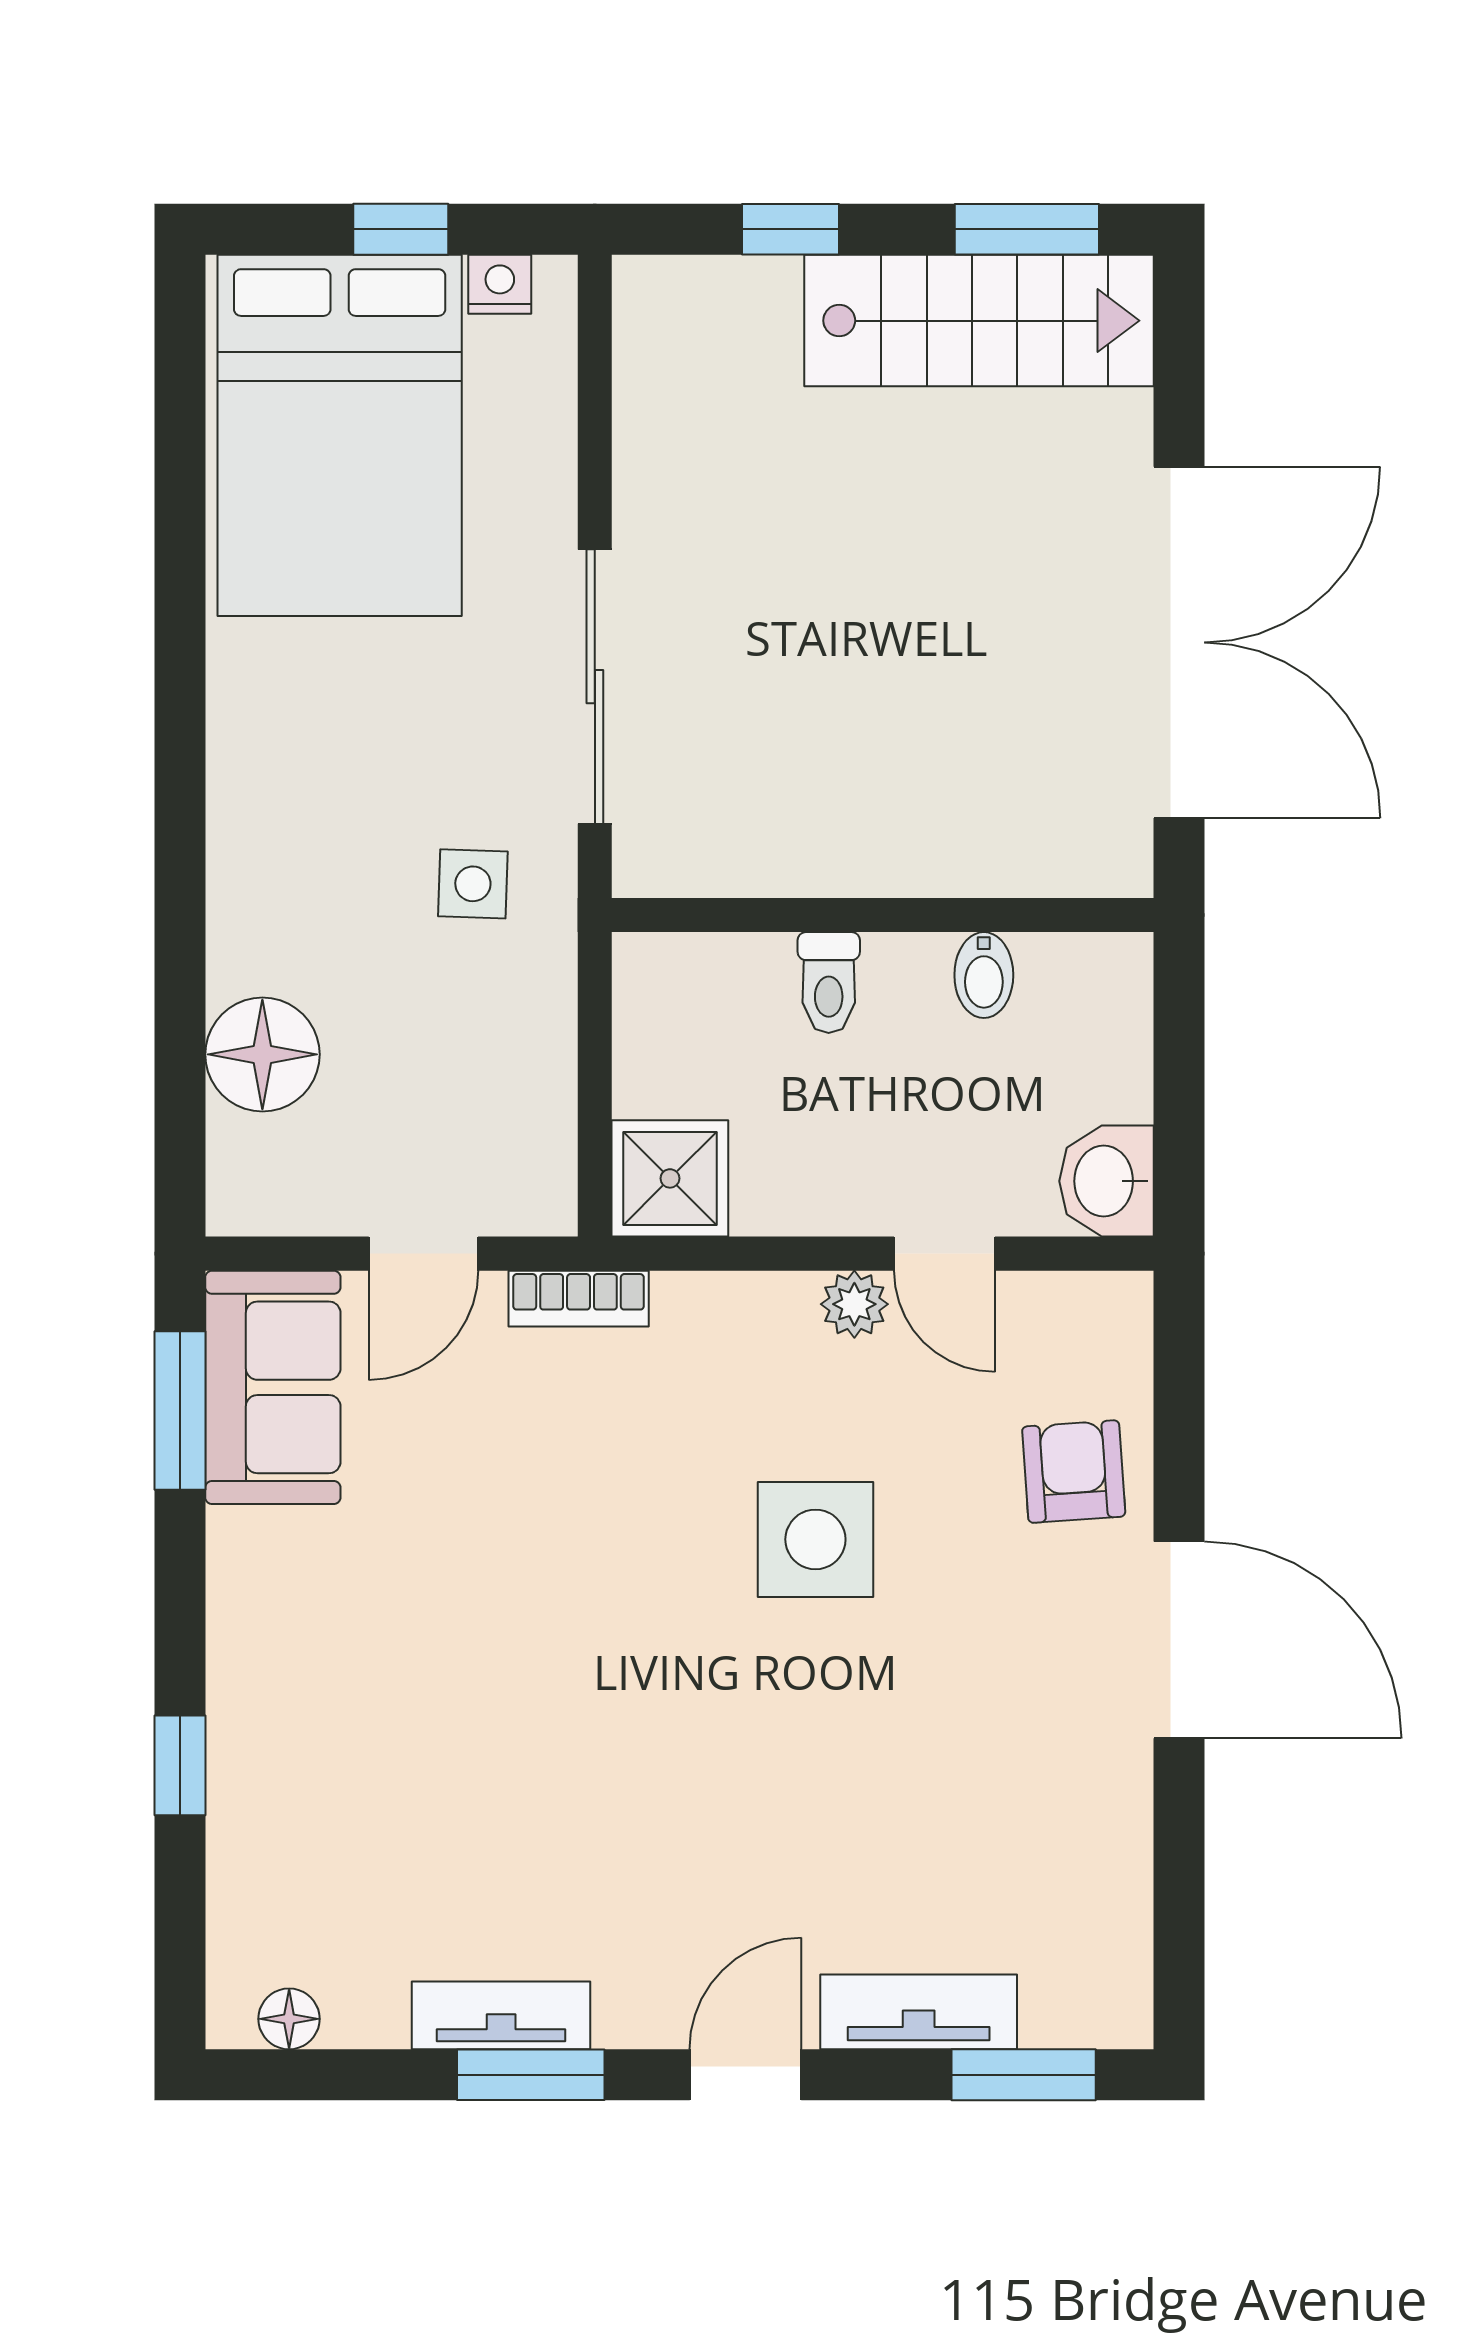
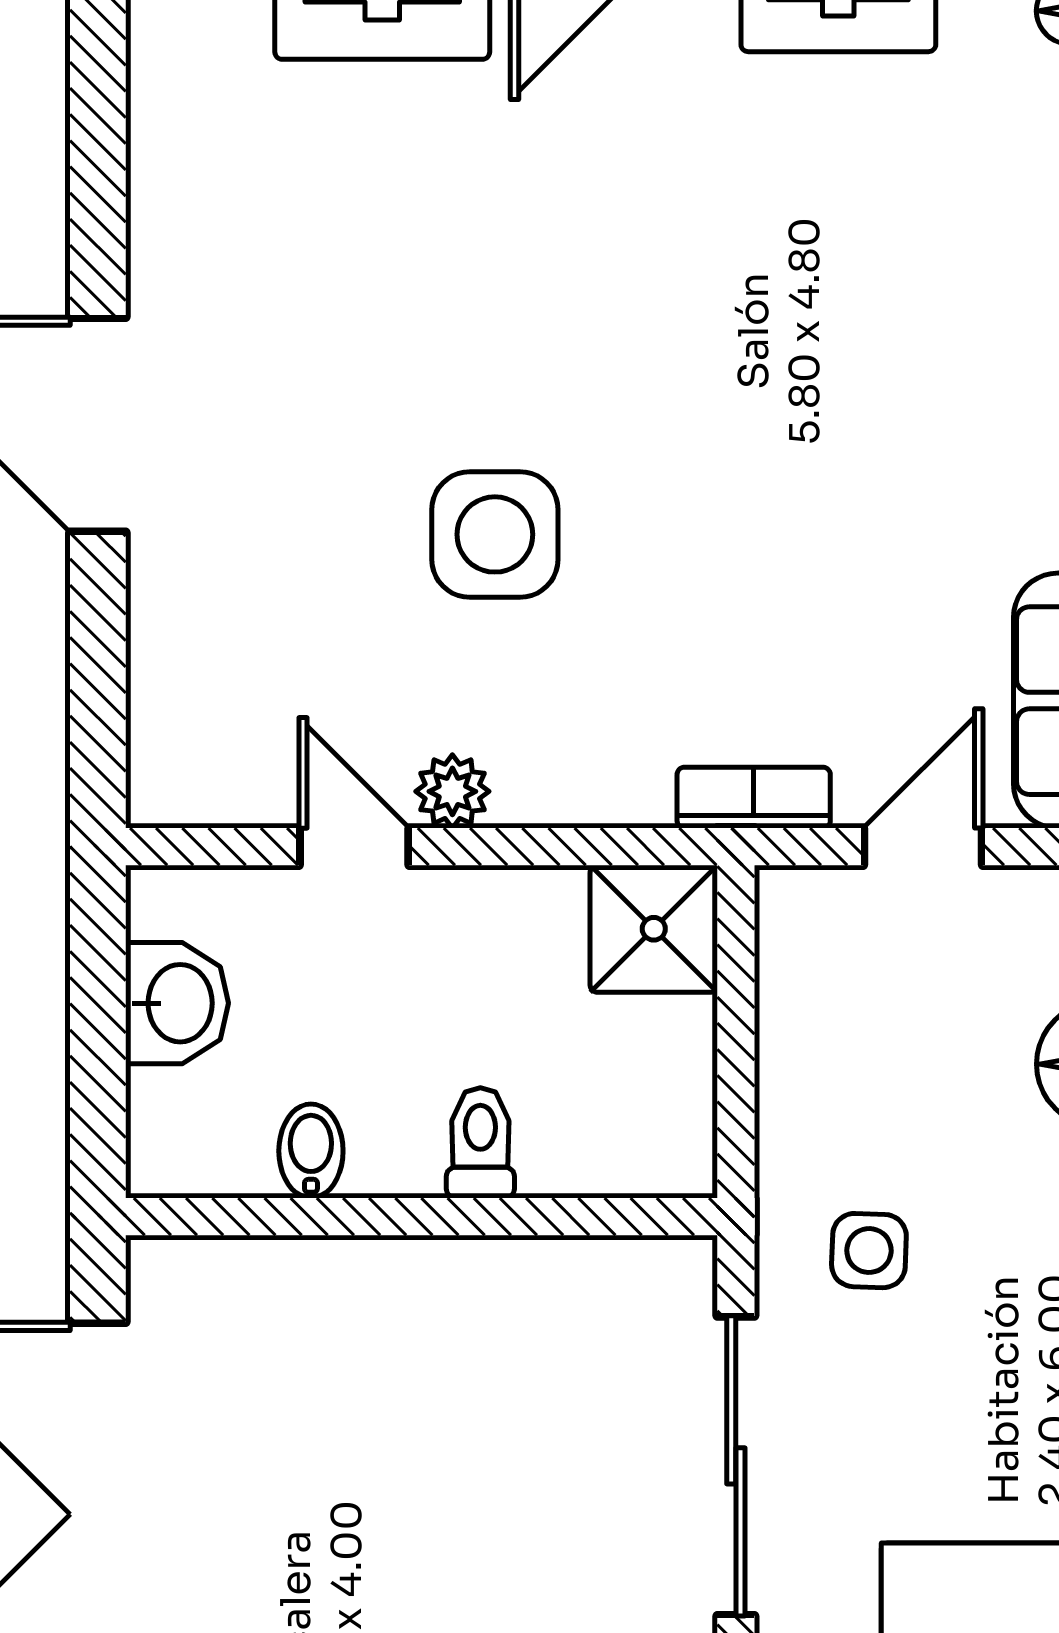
washbasin: (1106, 1181) -> (177, 1003), moved
armchair: (1074, 1472) -> (213, 609), removed

